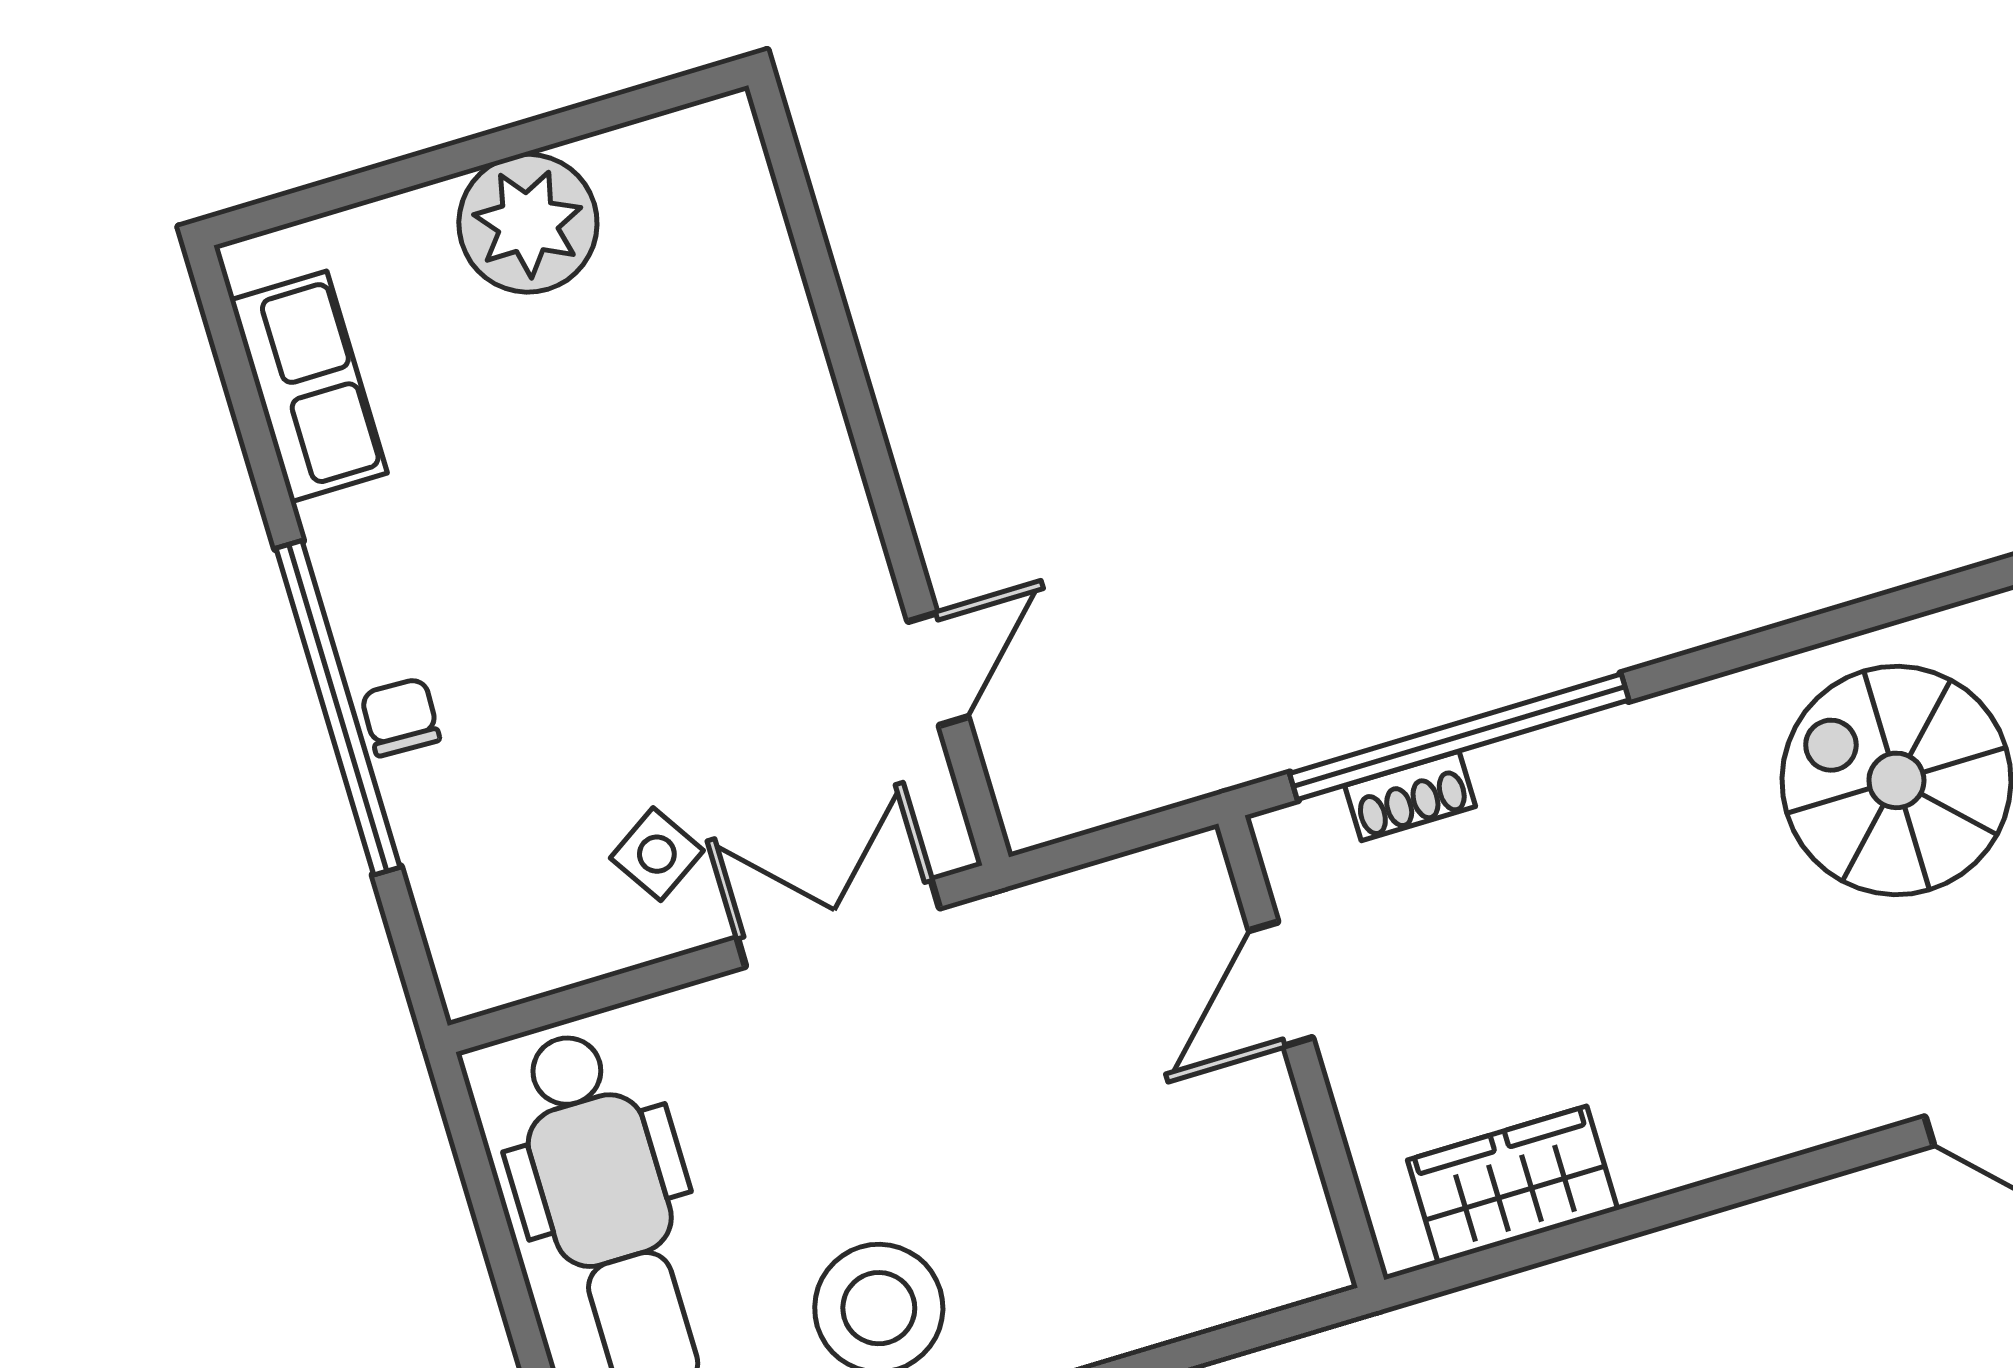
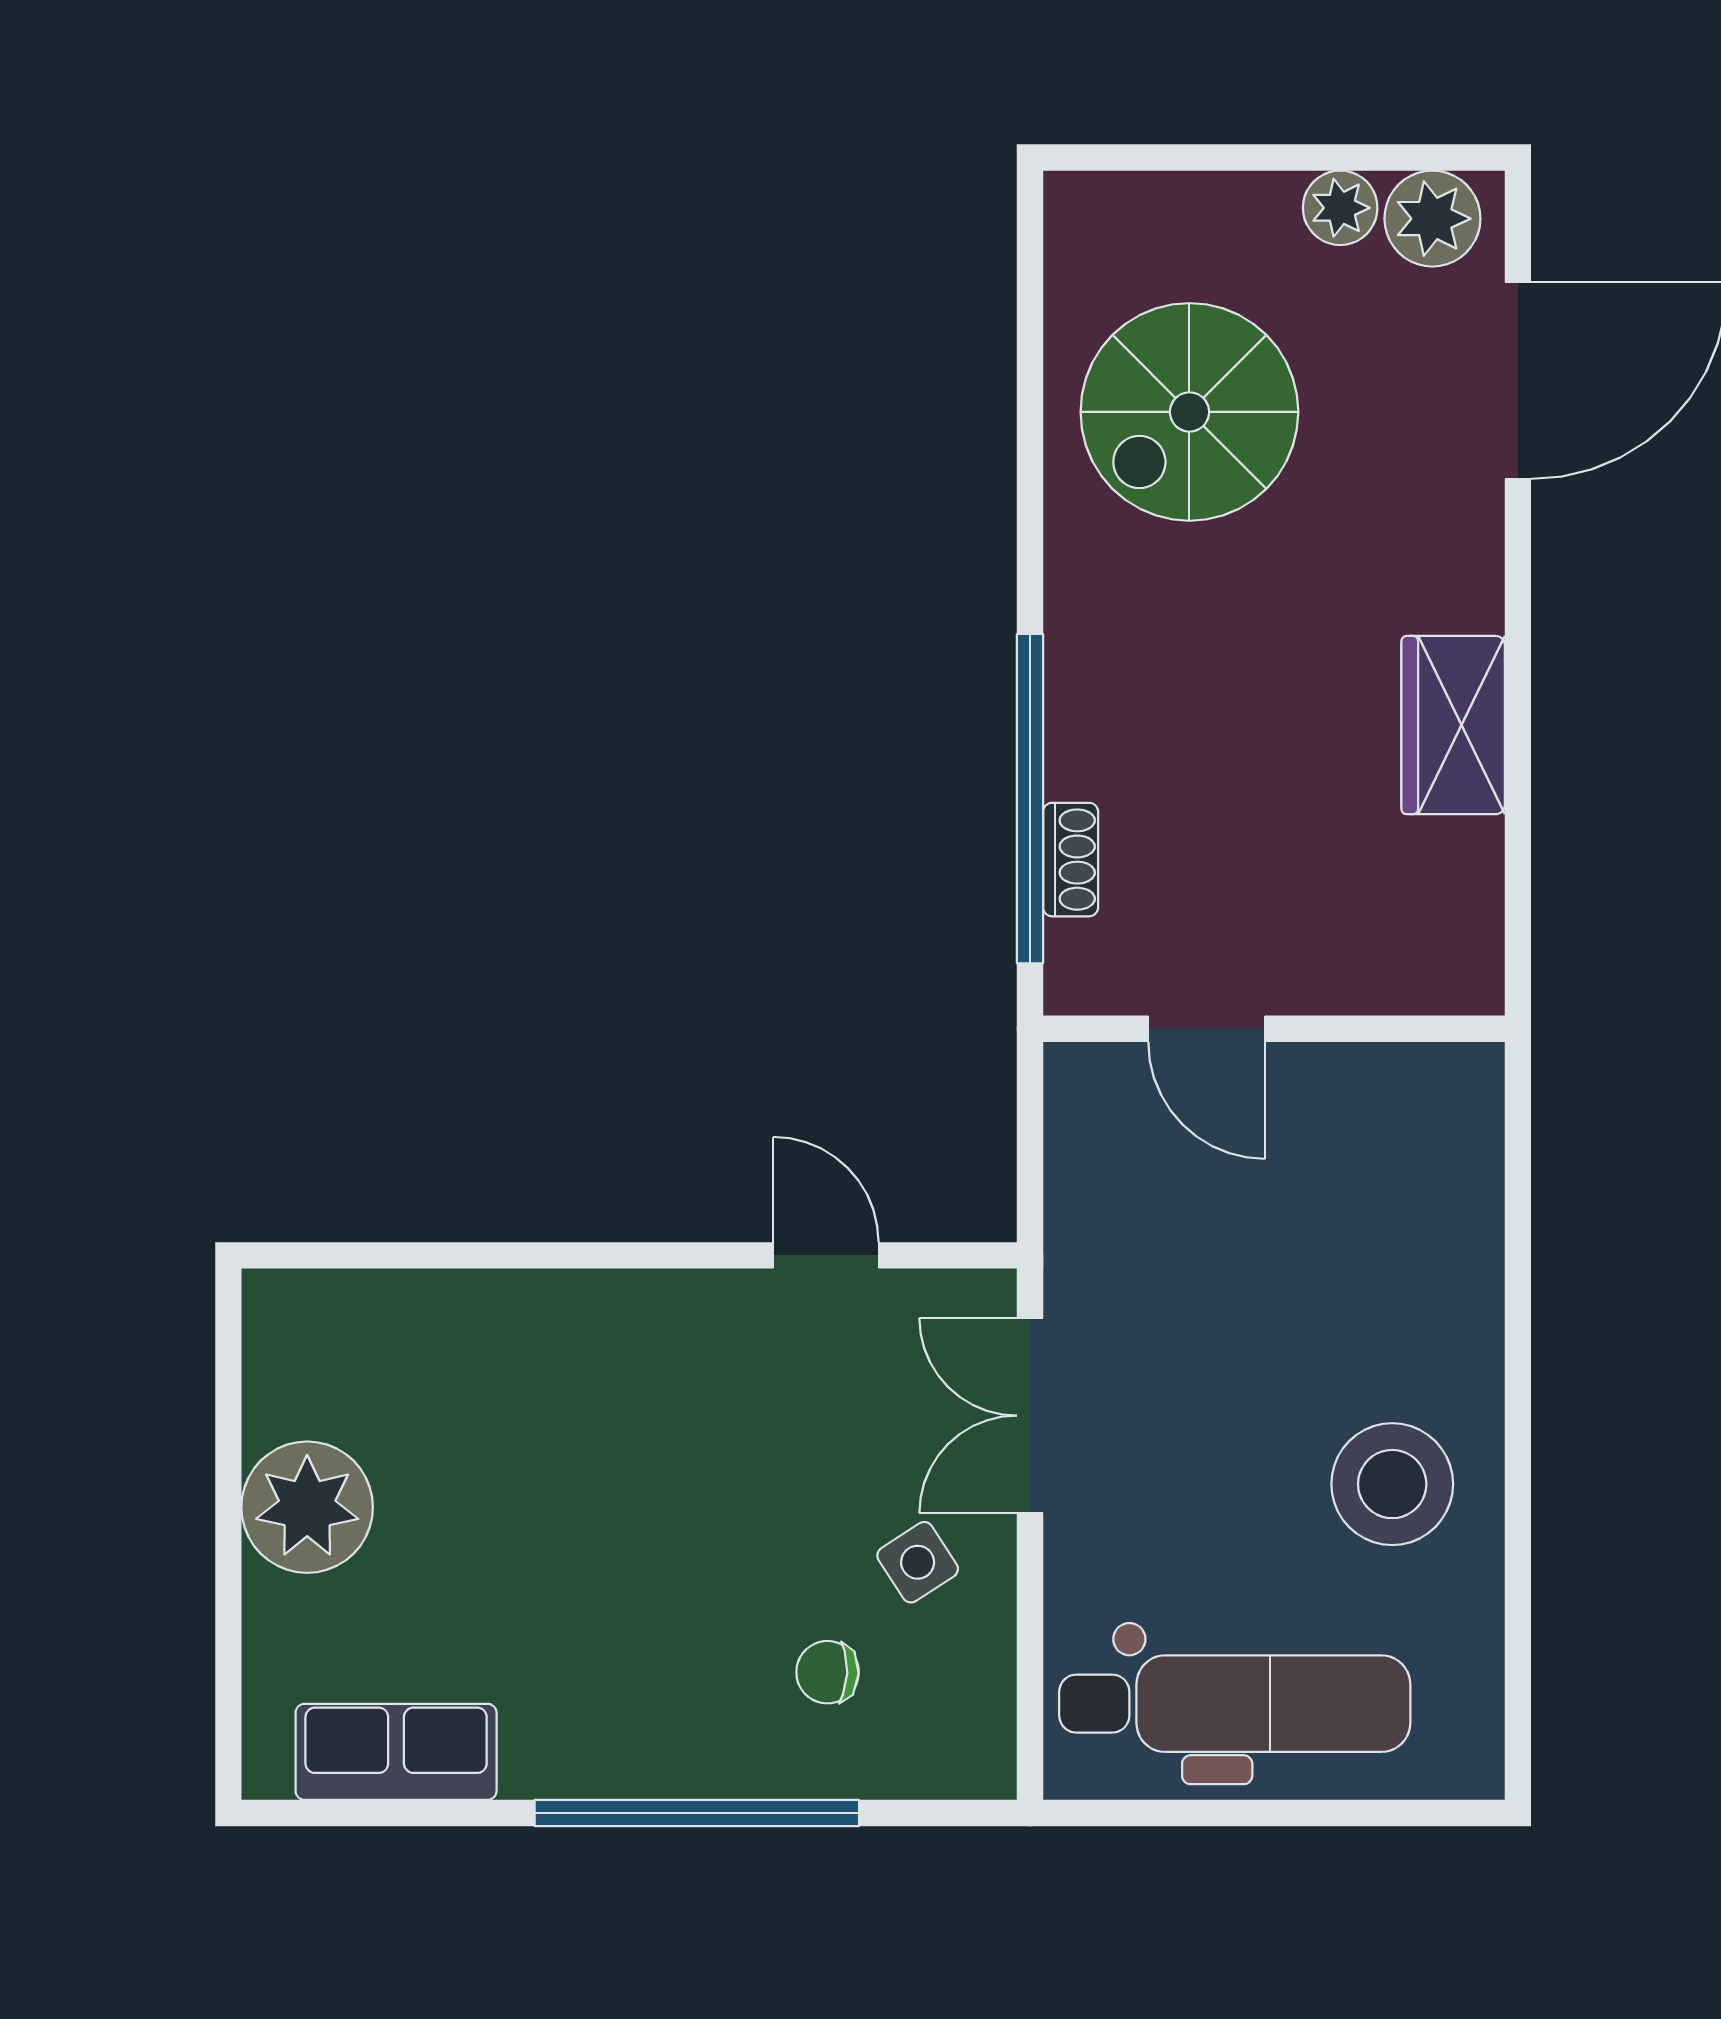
chair: (400, 717) -> (828, 1672), moved
wardrobe: (1513, 1185) -> (1453, 725), moved

